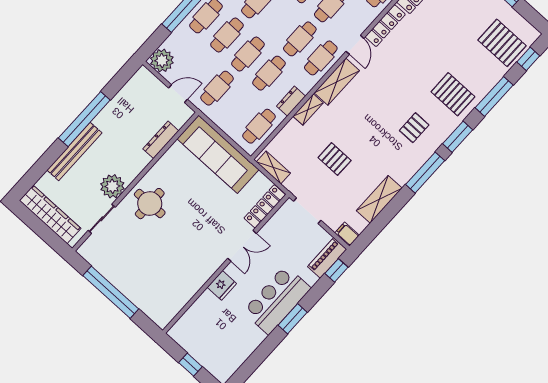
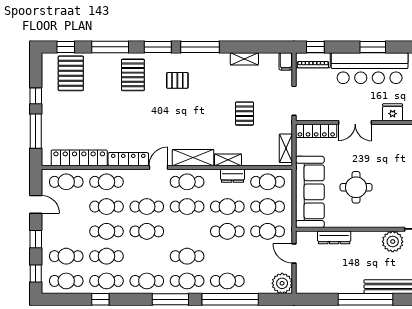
cafe table: (227, 35) -> (268, 207), moved
shelving: (379, 199) -> (244, 59), width x0.67, depth x0.75
round table: (150, 204) -> (356, 187), moved
double door: (242, 246) -> (355, 122), swing flipped
bar counter: (277, 300) -> (370, 68), width x1.36

